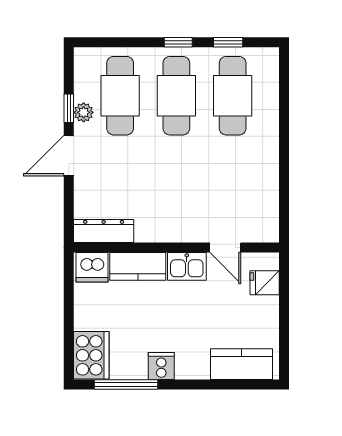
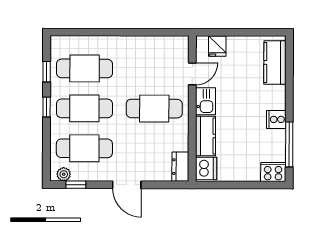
window: (69, 108) -> (76, 185), moved
plant: (84, 112) -> (64, 174), moved
cafe table: (176, 194) -> (154, 109), added
dresser: (104, 231) -> (180, 167), width x0.70
cooker: (91, 355) -> (273, 172), width x0.73, depth x0.76

